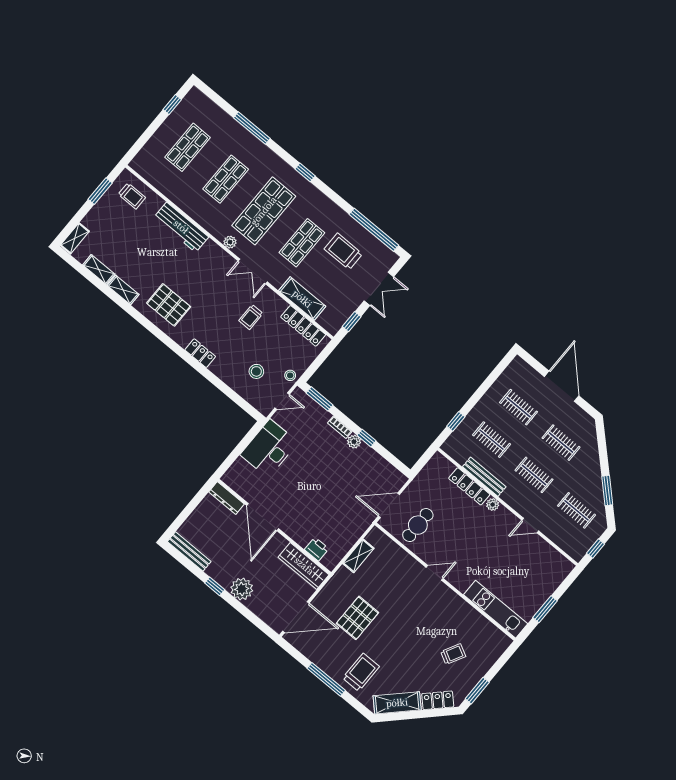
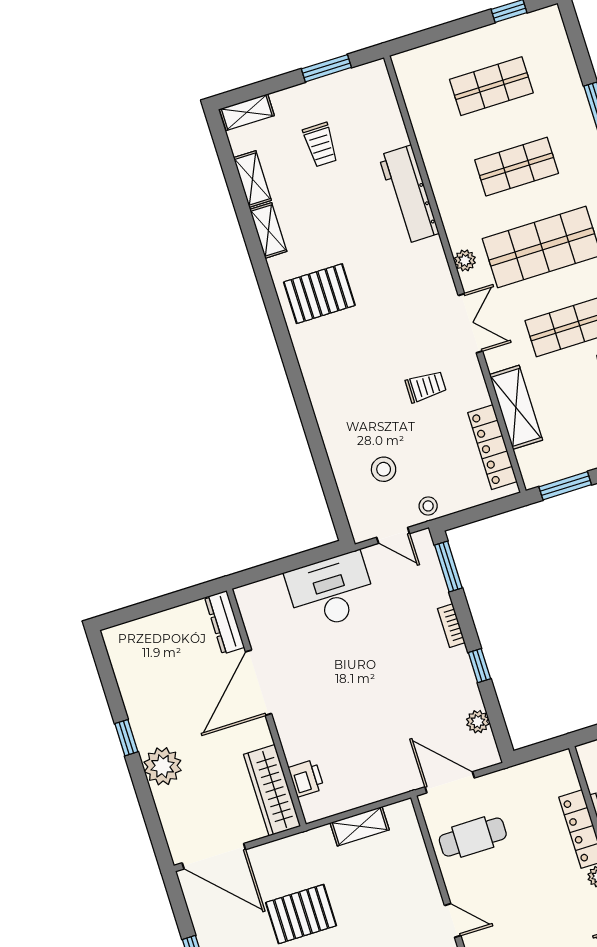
trolley: (132, 196) -> (320, 145), moved
double door: (253, 271) -> (470, 323), swing flipped
pallet: (169, 305) -> (319, 294), turned 90
trolley: (251, 317) -> (426, 387), turned 180
window: (352, 322) -> (565, 486), width x1.50
locker: (200, 353) -> (320, 392), removed
plant: (354, 442) -> (478, 722), moved
bench: (189, 552) -> (122, 664), removed

